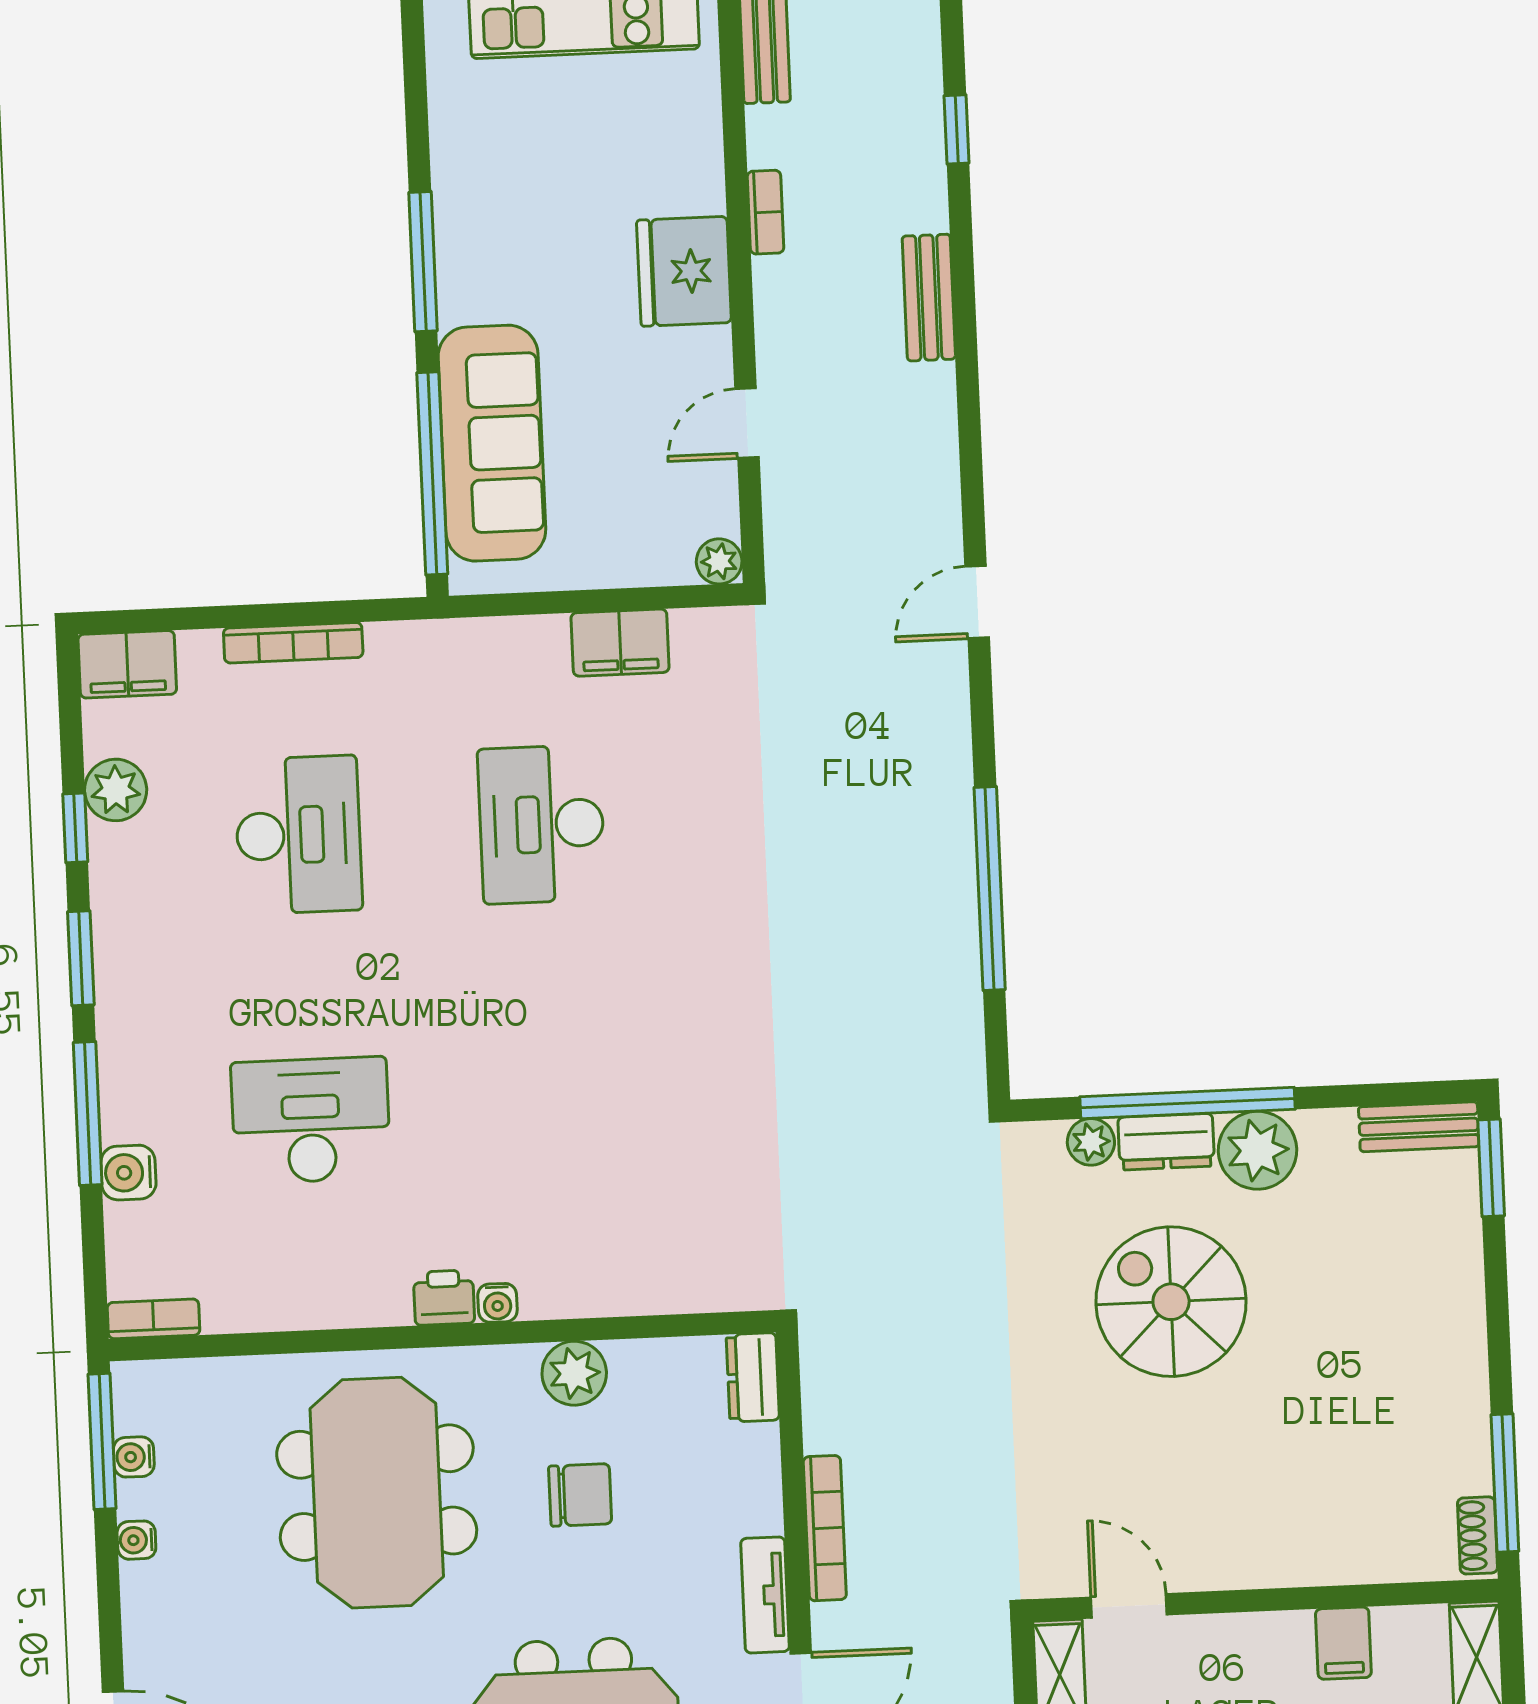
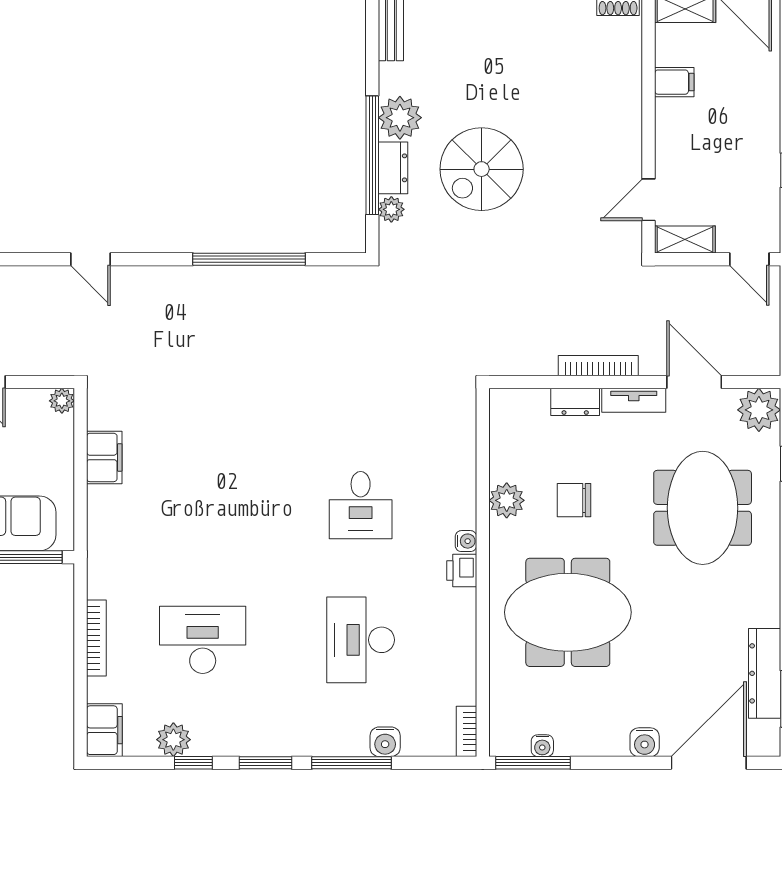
desk: (542, 824) -> (361, 505), moved, width x0.73
dresser: (753, 1377) -> (575, 402), moved
chair: (580, 1495) -> (574, 500), turned -90
water cooler: (136, 1540) -> (645, 742), moved, width x1.38, depth x1.38

